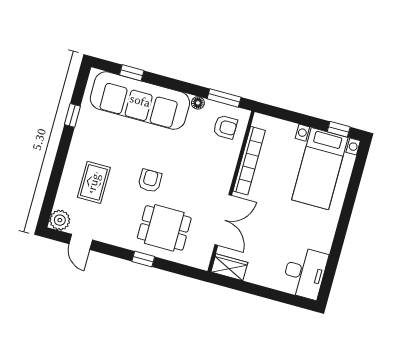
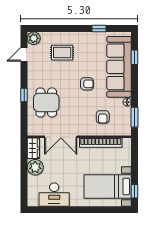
armchair: (225, 127) -> (103, 117), moved
armchair: (150, 181) -> (87, 84), moved
plant: (260, 272) -> (35, 167), added
desk: (305, 273) -> (54, 195), moved

